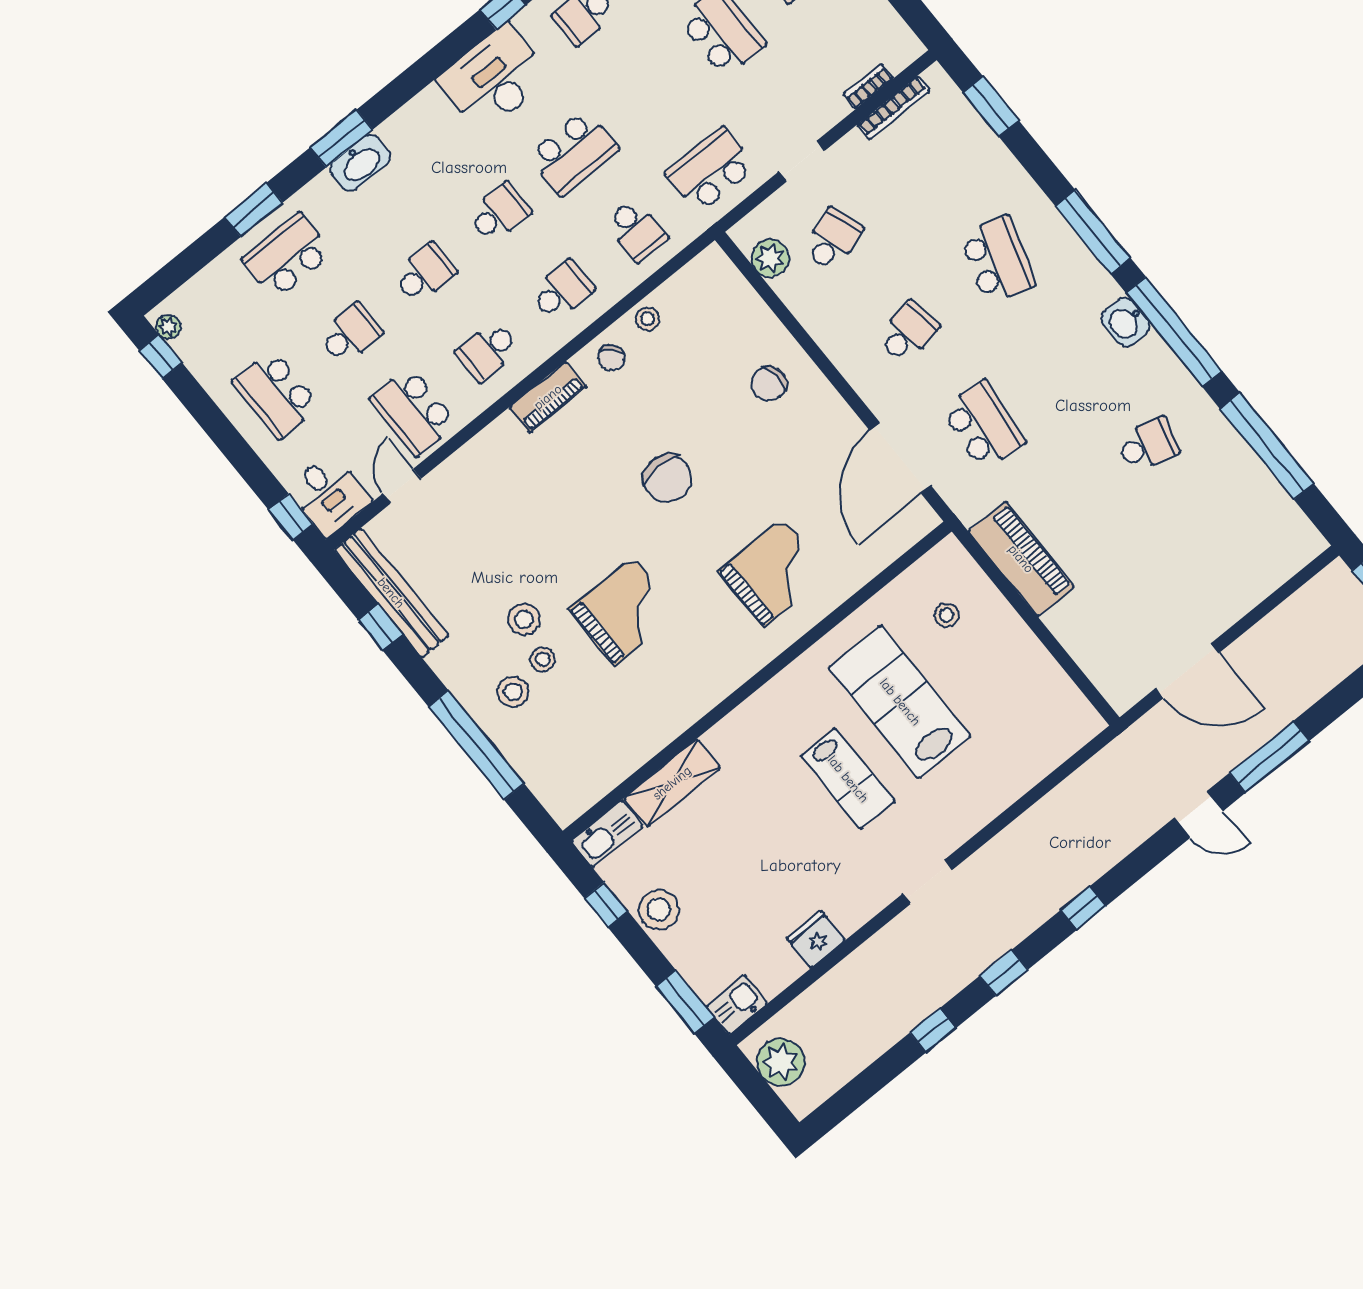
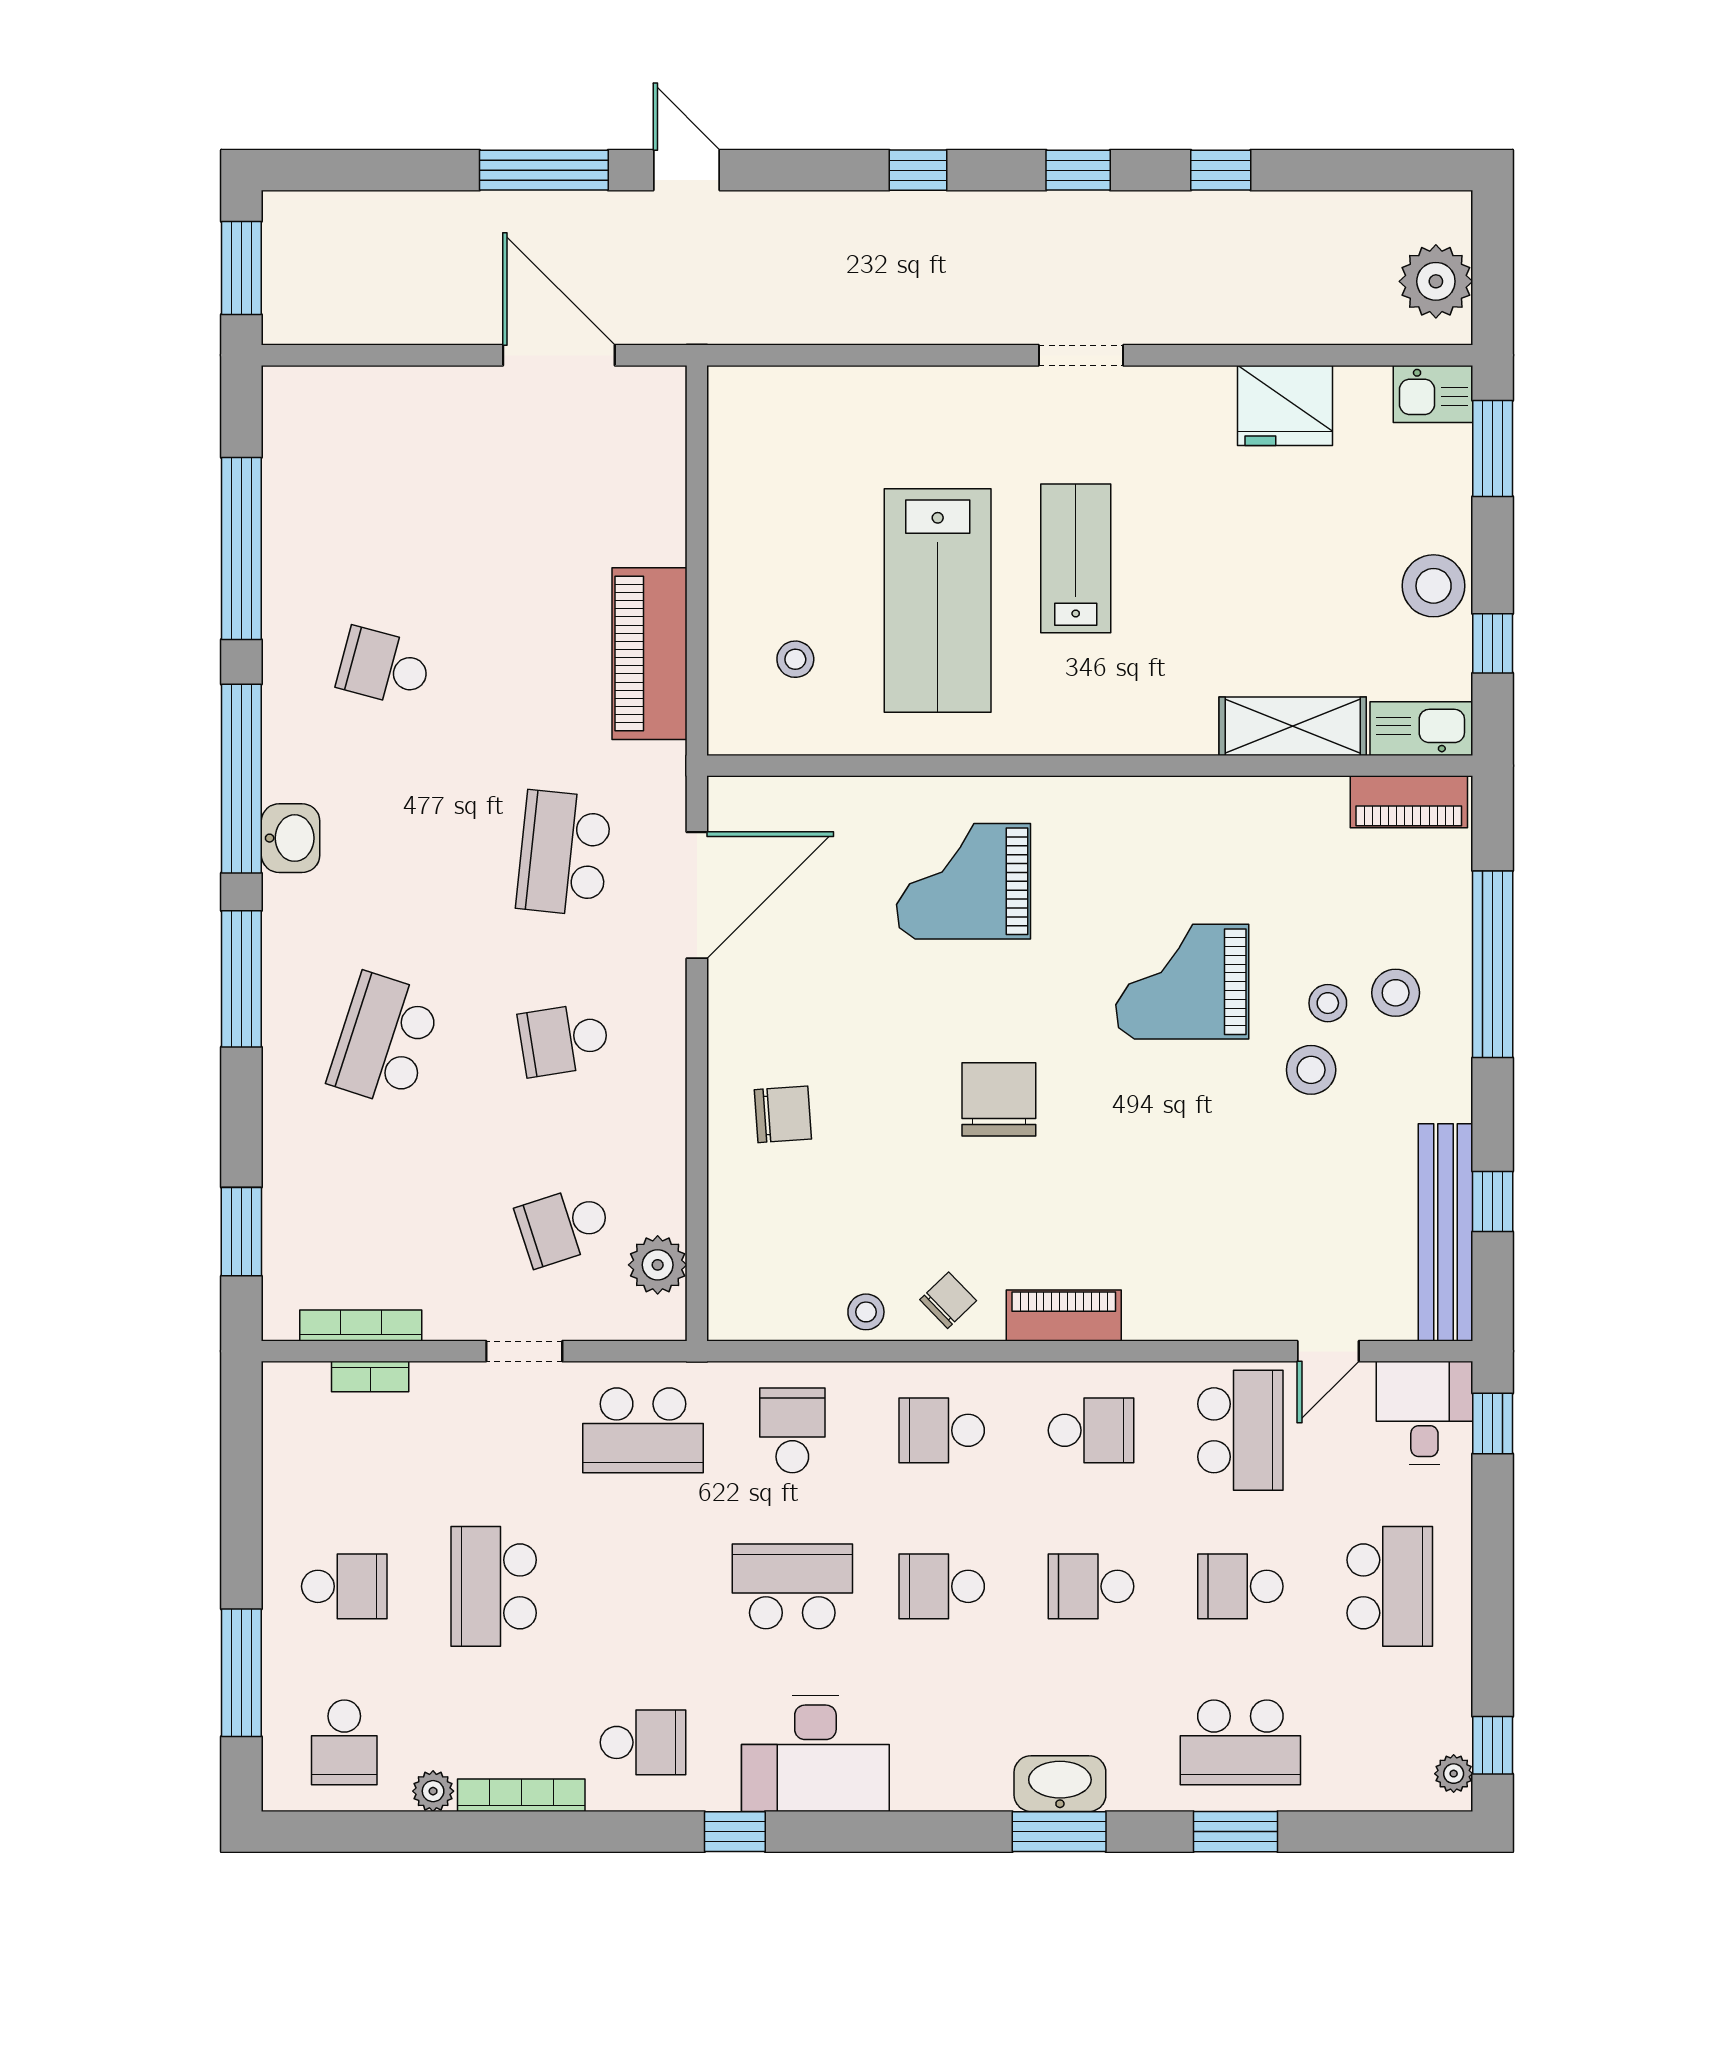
piano: (584, 792) -> (1409, 802), added
fridge: (816, 939) -> (1285, 405), width x1.36, depth x1.34

